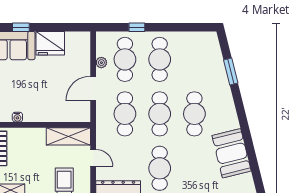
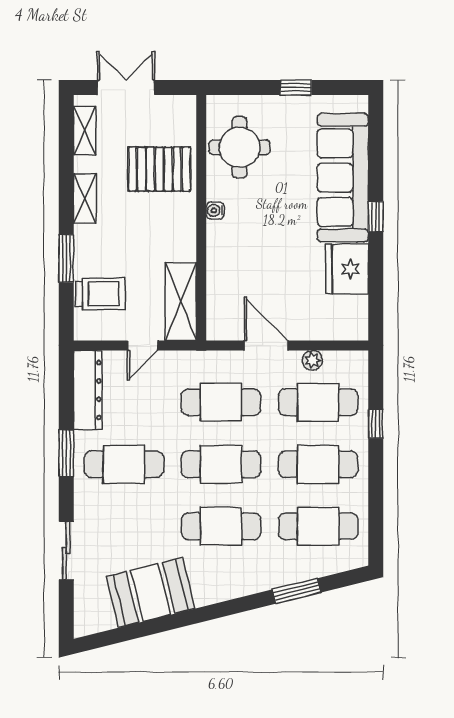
cafe table: (194, 59) -> (318, 526), added

